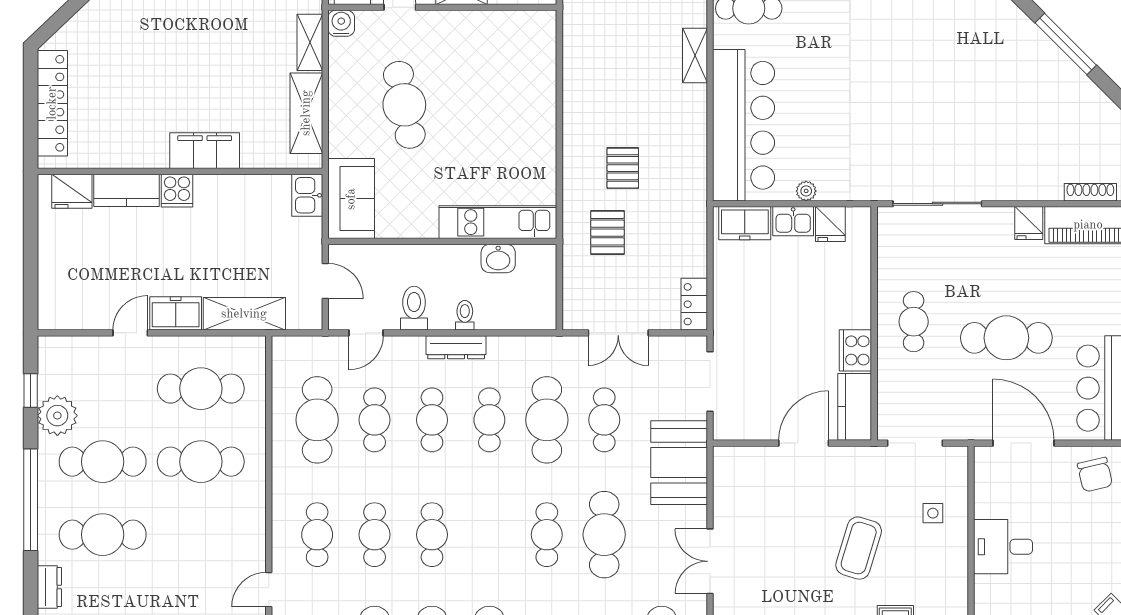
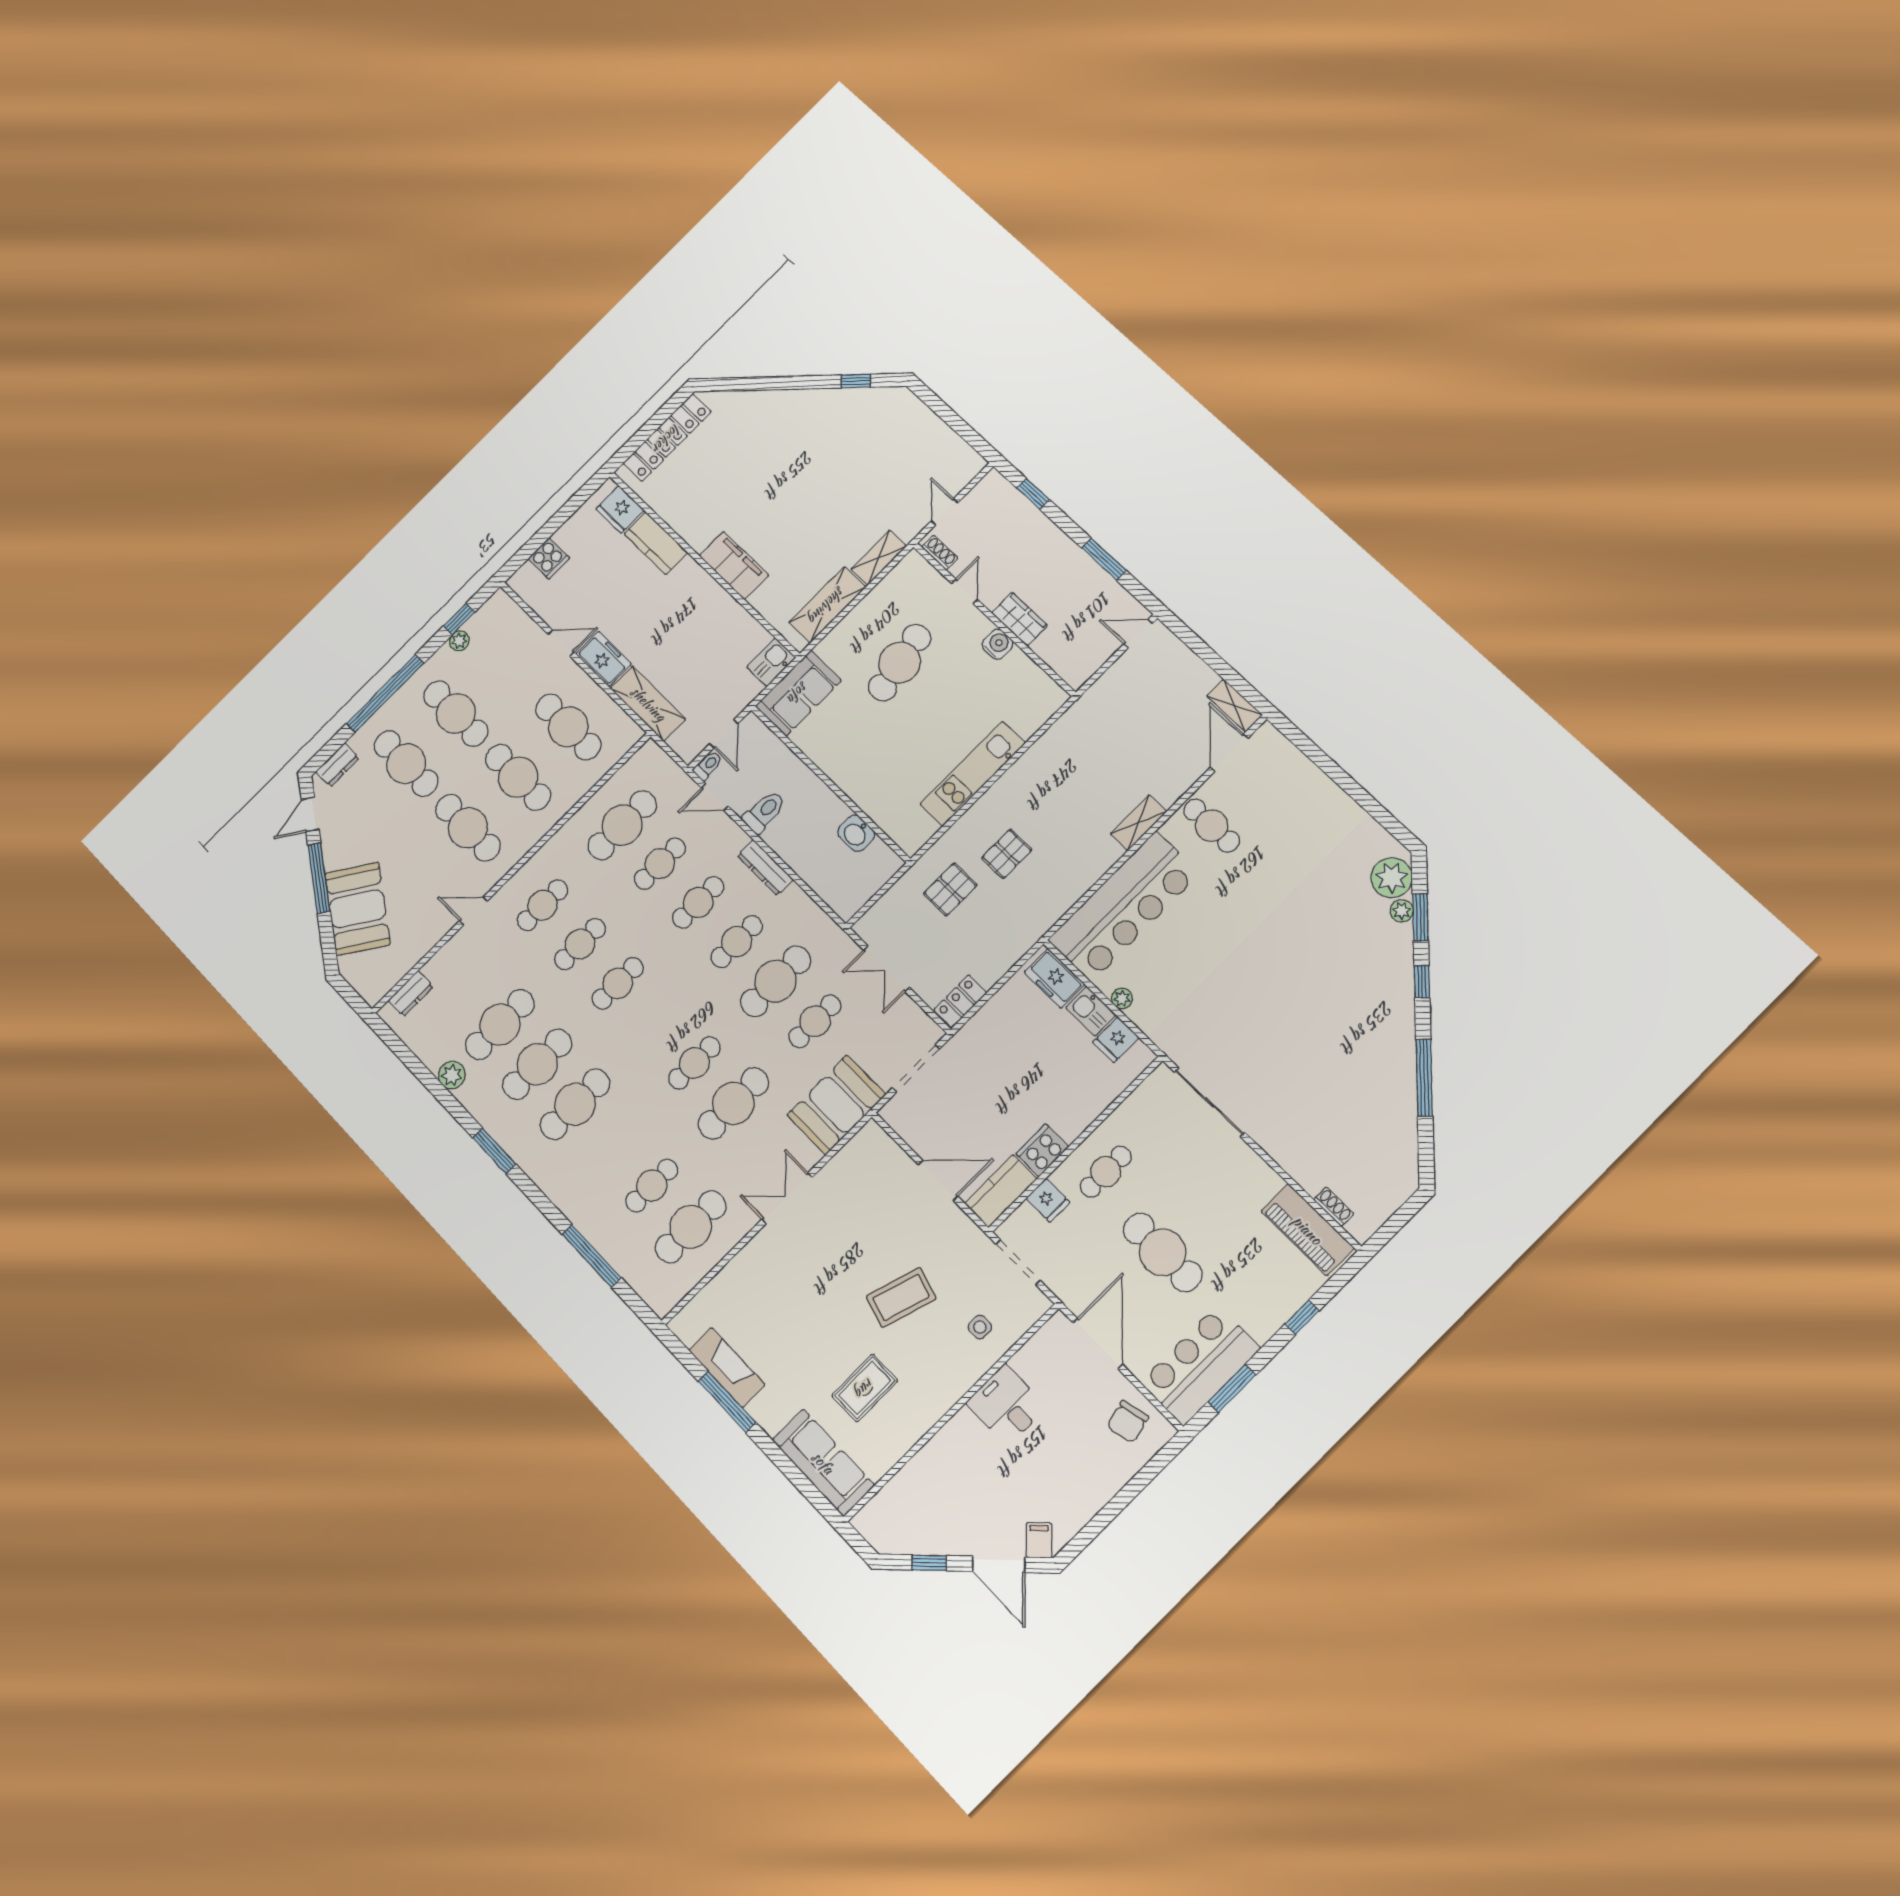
water cooler: (341, 23) -> (997, 644), moved
cooker: (177, 191) -> (549, 558), moved, turned -90
shoe rack: (1090, 192) -> (1334, 1207), width x0.70
kitchen unit: (498, 222) -> (973, 774), moved, turned -90
fridge: (1029, 223) -> (1048, 1200), moved, turned -90
toilet: (465, 315) -> (708, 765), moved
plant: (57, 416) -> (459, 641), width x0.53, depth x0.53
cafe table: (201, 535) -> (468, 828), added

